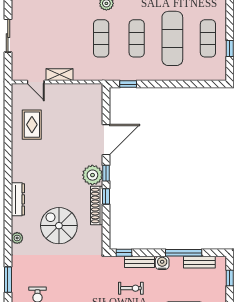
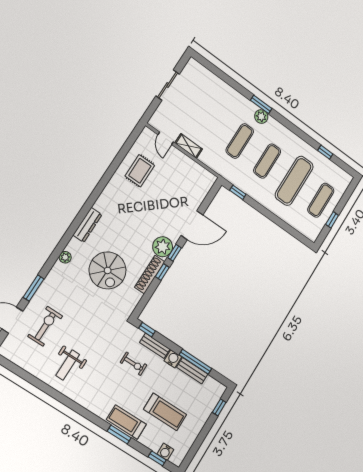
spiral stairs: (59, 226) -> (108, 270), turned 180
bench: (199, 262) -> (192, 371), moved

